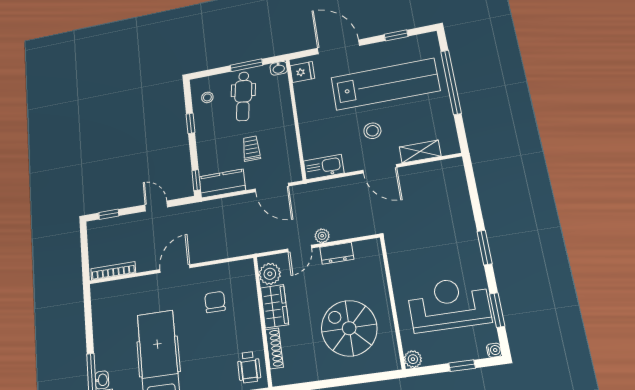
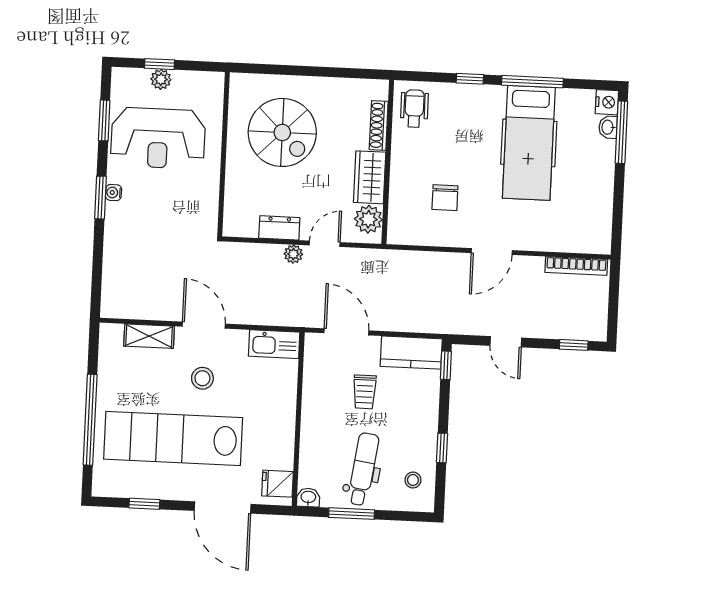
water cooler: (494, 350) -> (114, 193), moved
plant: (413, 359) -> (161, 79), moved

